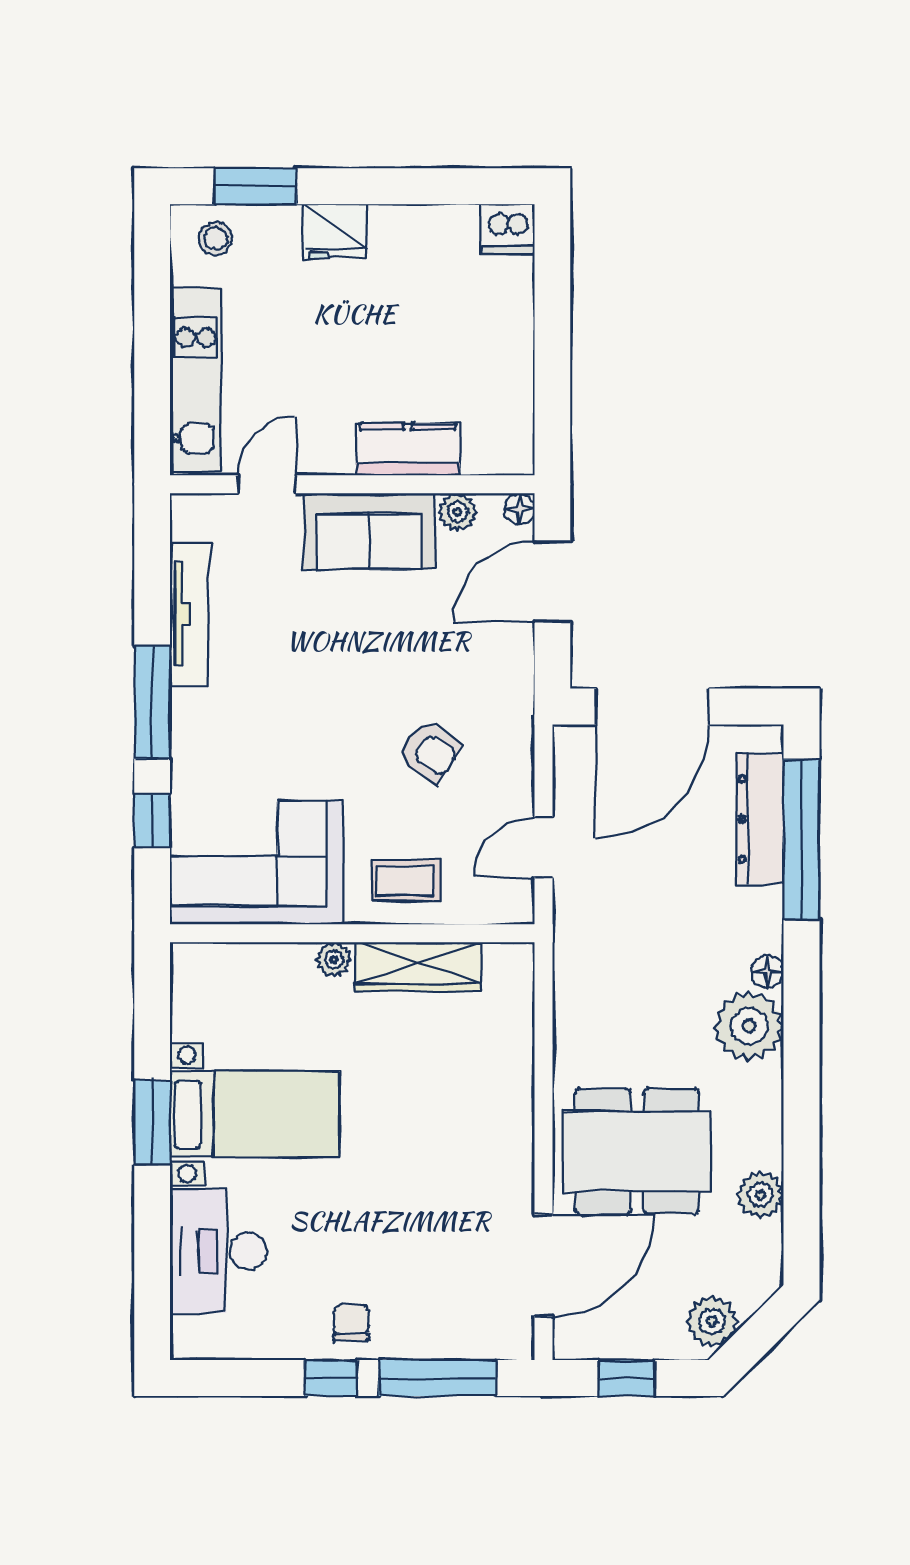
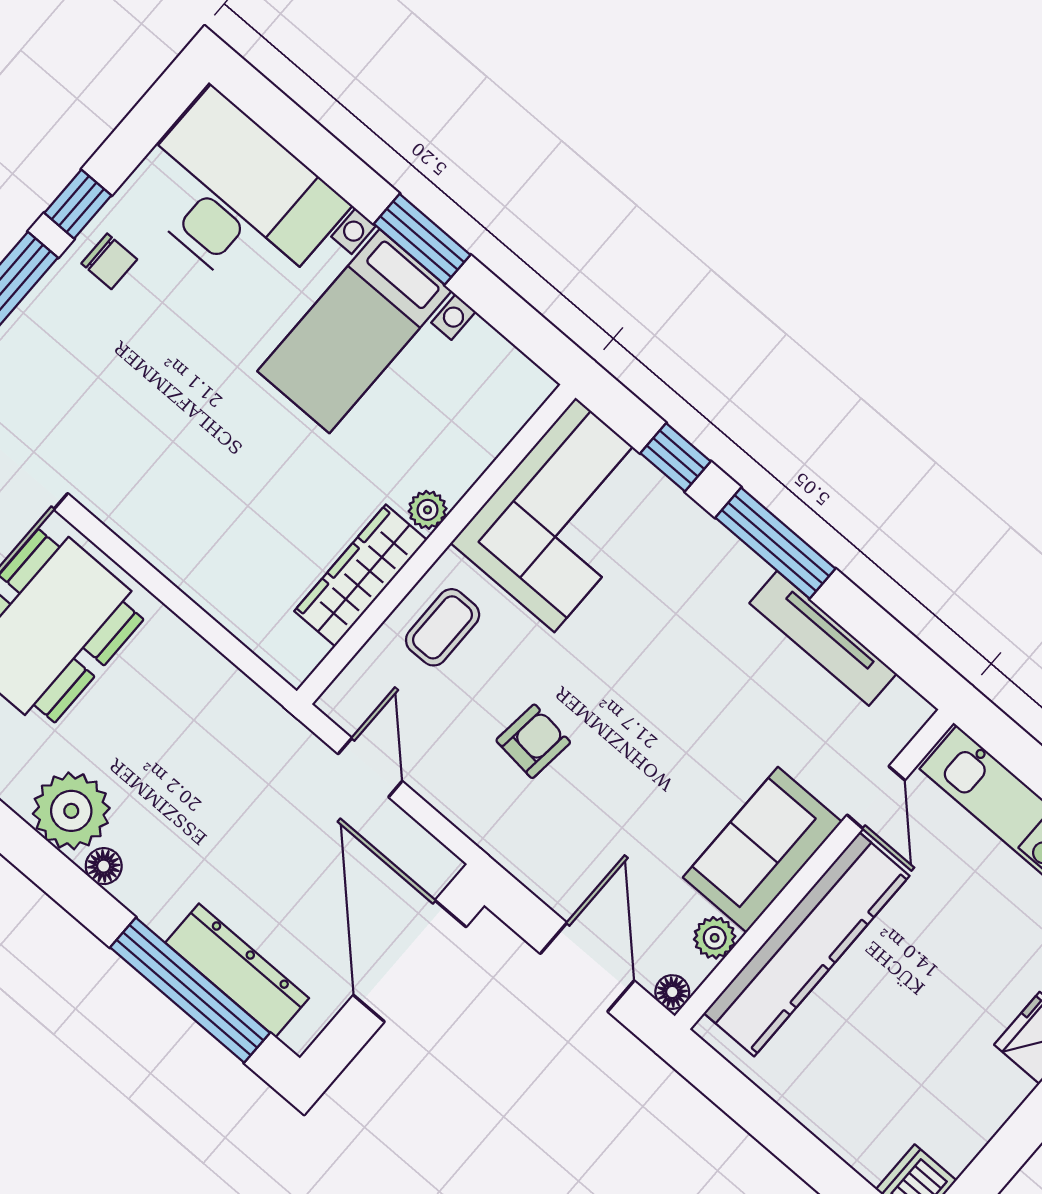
kitchen counter: (408, 449) -> (807, 944), width x2.08, depth x1.17
armchair: (430, 751) -> (533, 741), turned 152
desk: (218, 1251) -> (236, 198), width x1.36, depth x1.30

